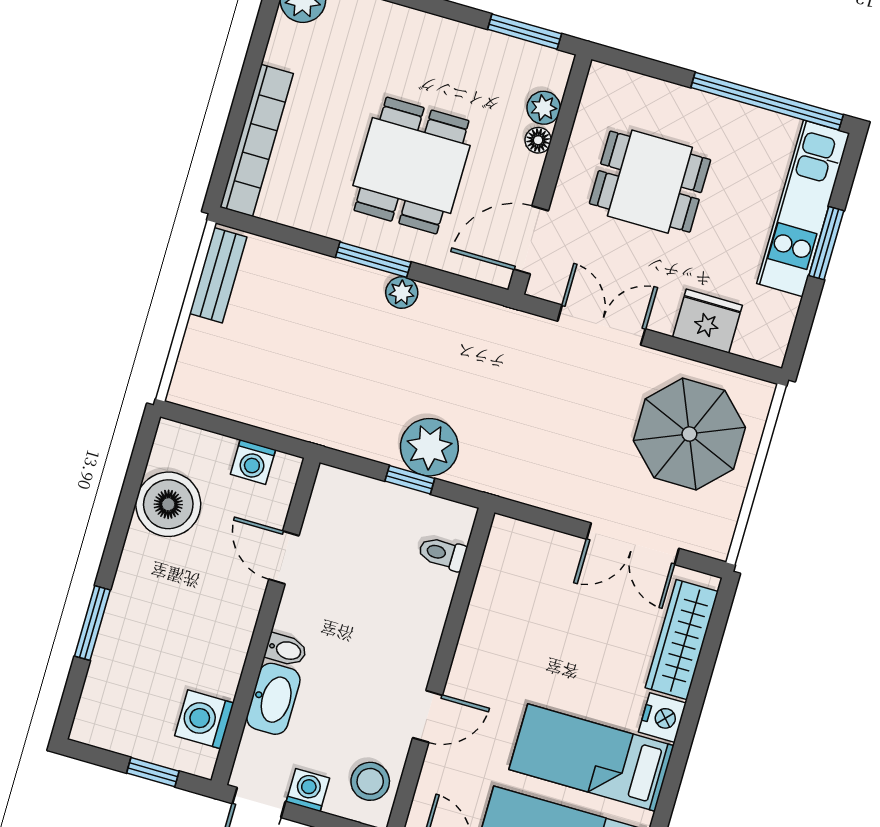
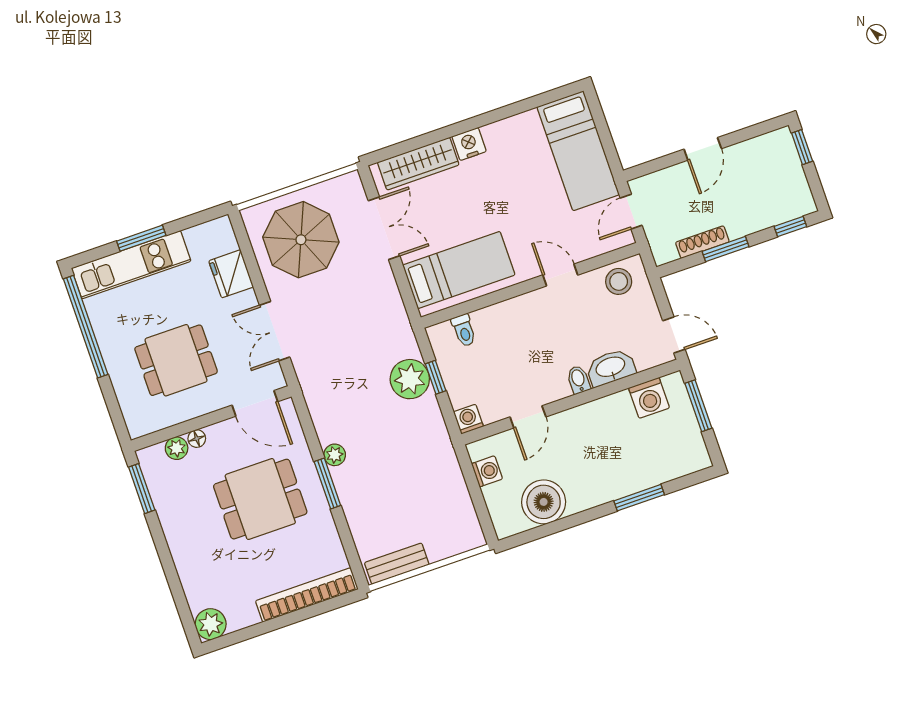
dining table: (650, 182) -> (176, 360), turned 90
bed: (591, 758) -> (459, 270), moved, turned -90
window: (153, 772) -> (698, 406), width x1.50
washing machine: (308, 790) -> (468, 419), moved, turned 90

